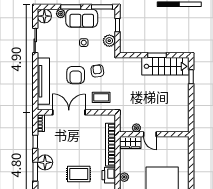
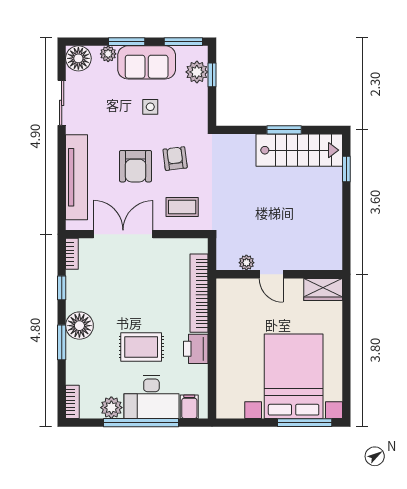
plant: (109, 41) -> (197, 72), moved
wardrobe: (130, 143) -> (323, 289), moved
plant: (124, 177) -> (224, 352), removed

